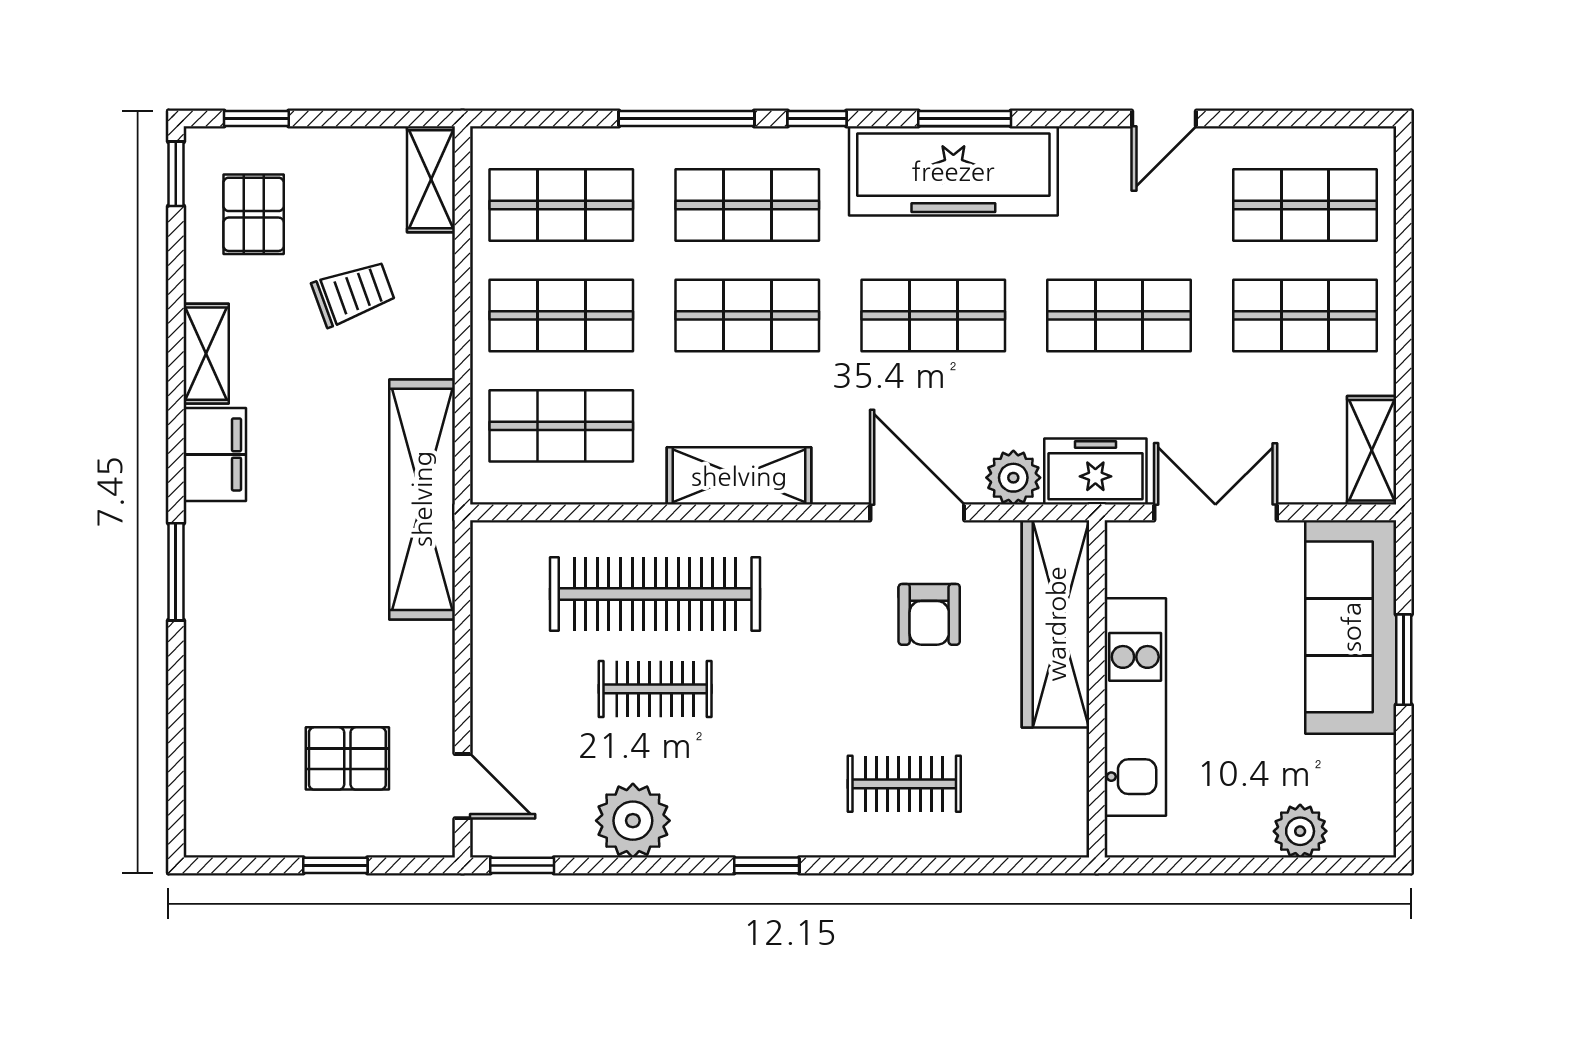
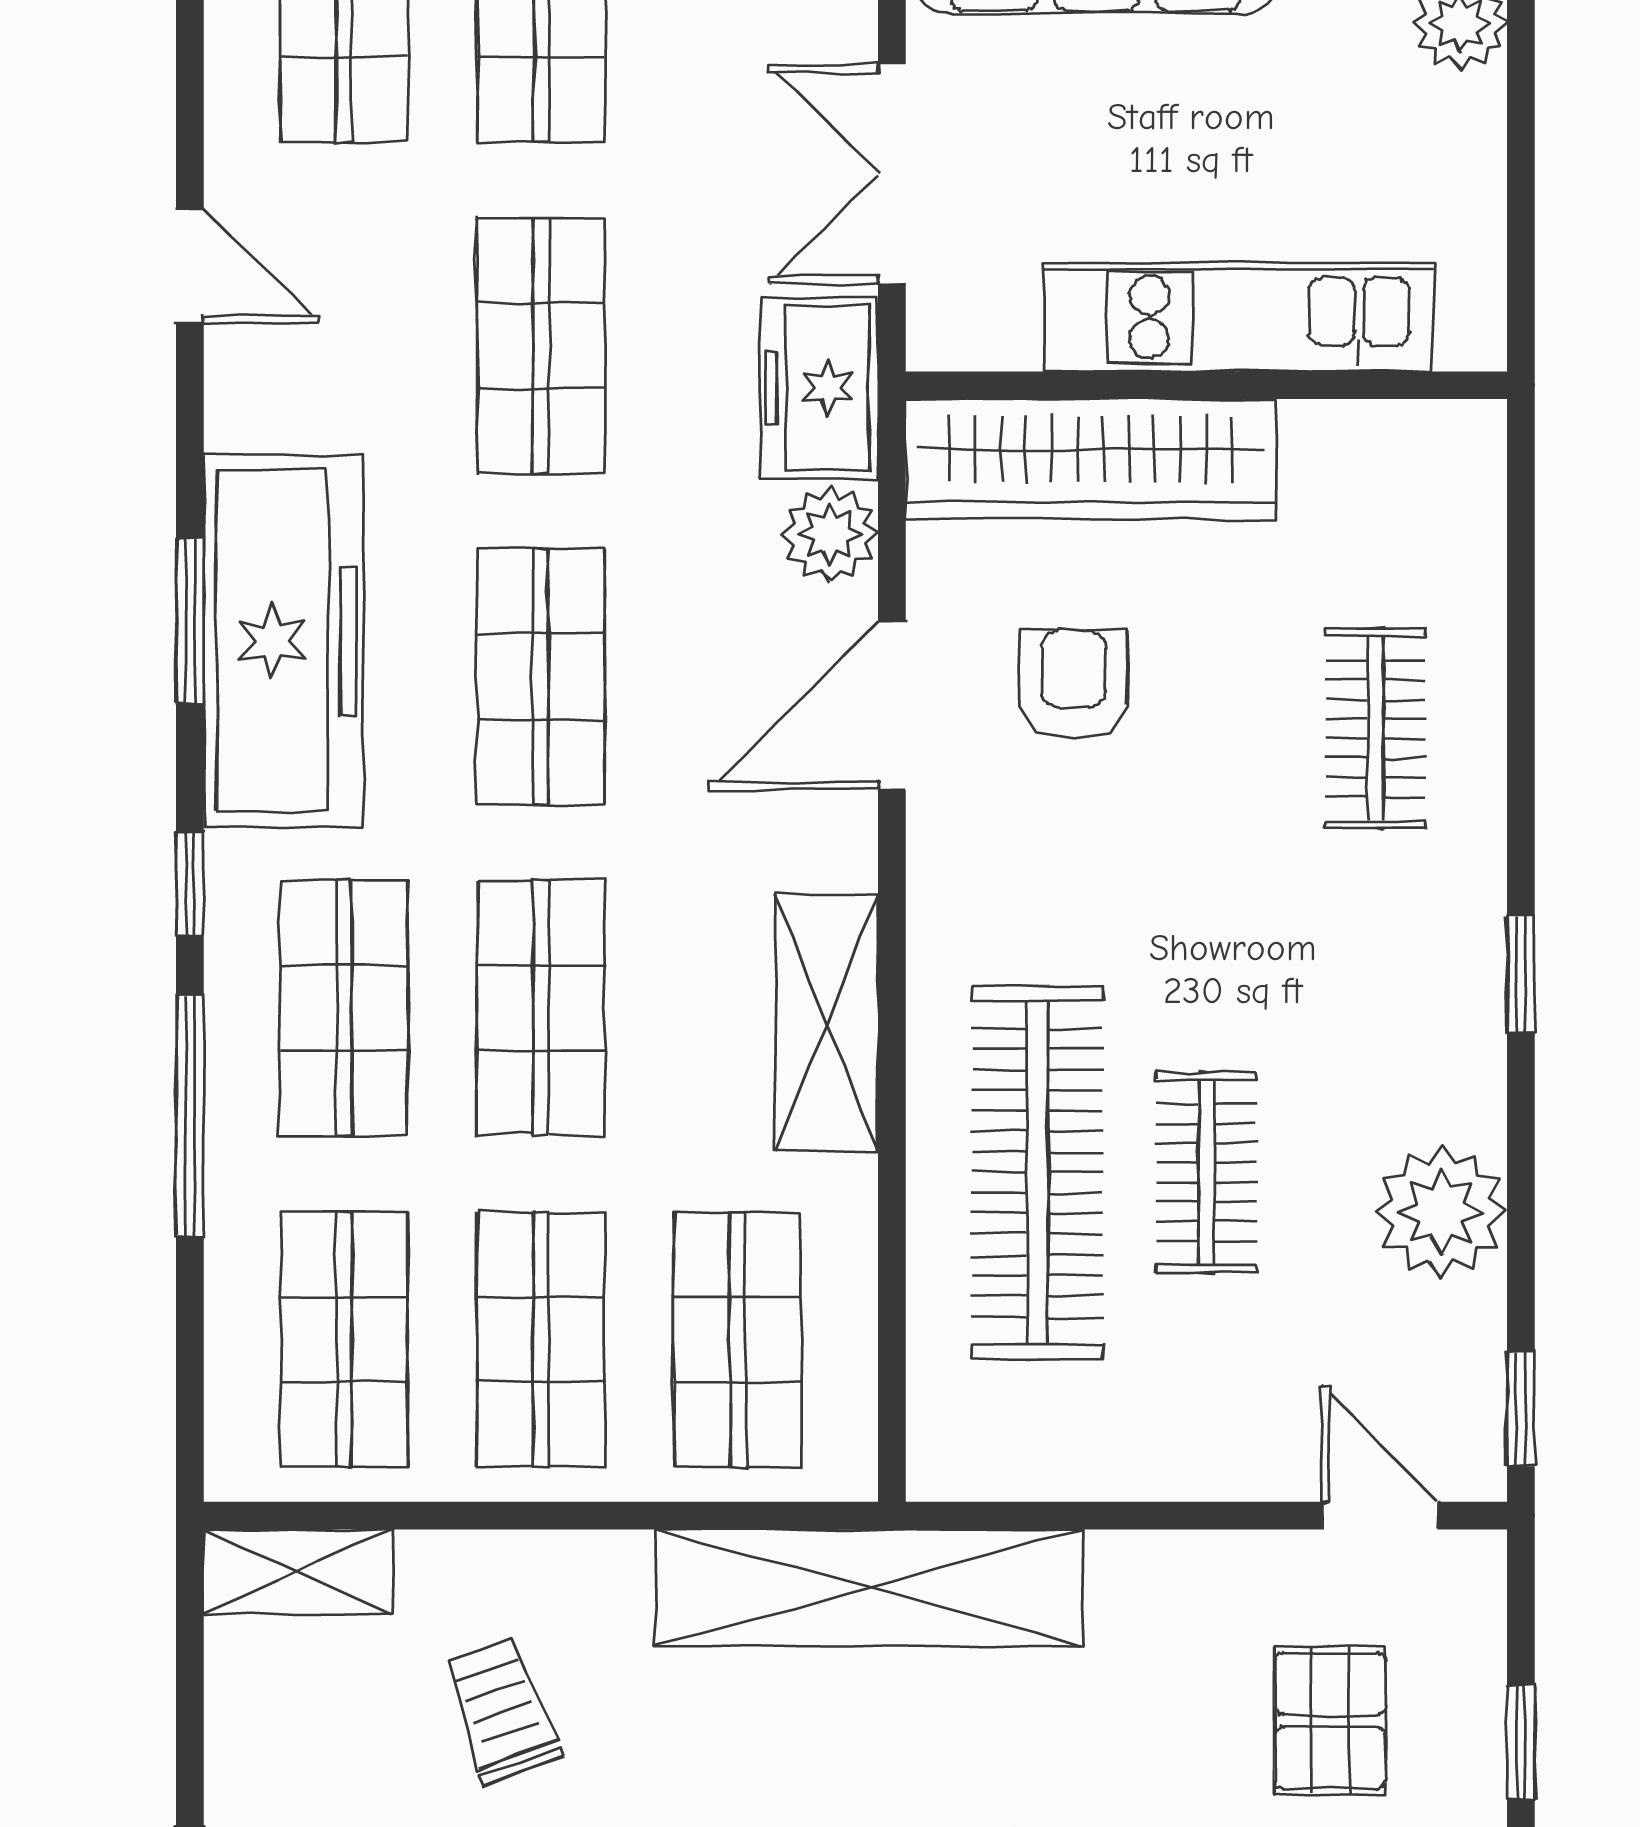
armchair: (929, 614) -> (1073, 684), turned -90
door: (462, 786) -> (1379, 1516), hinge flipped

